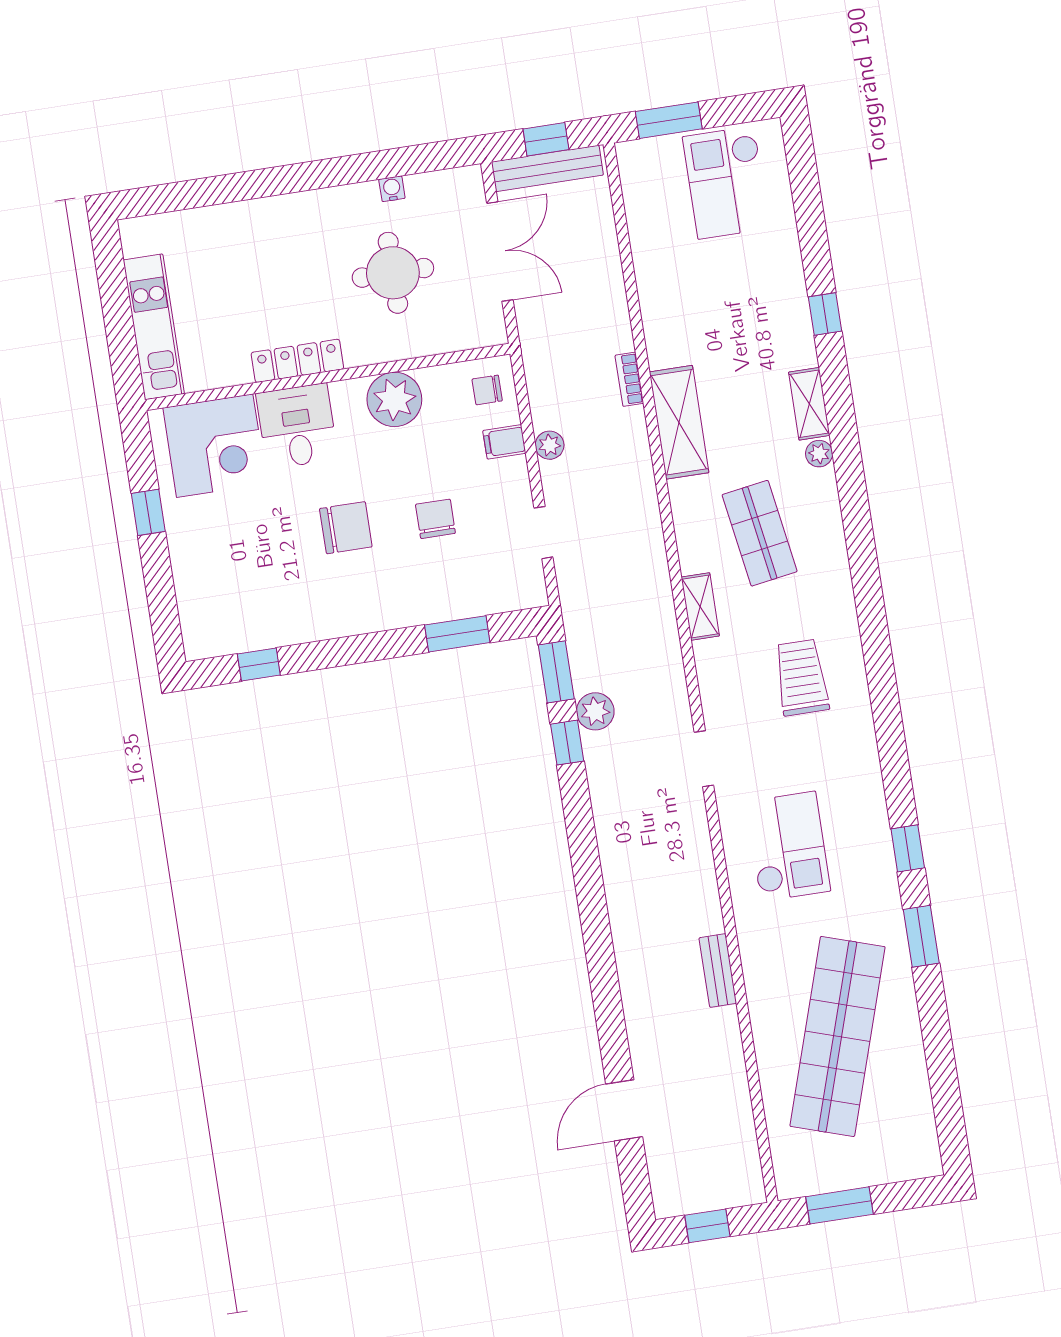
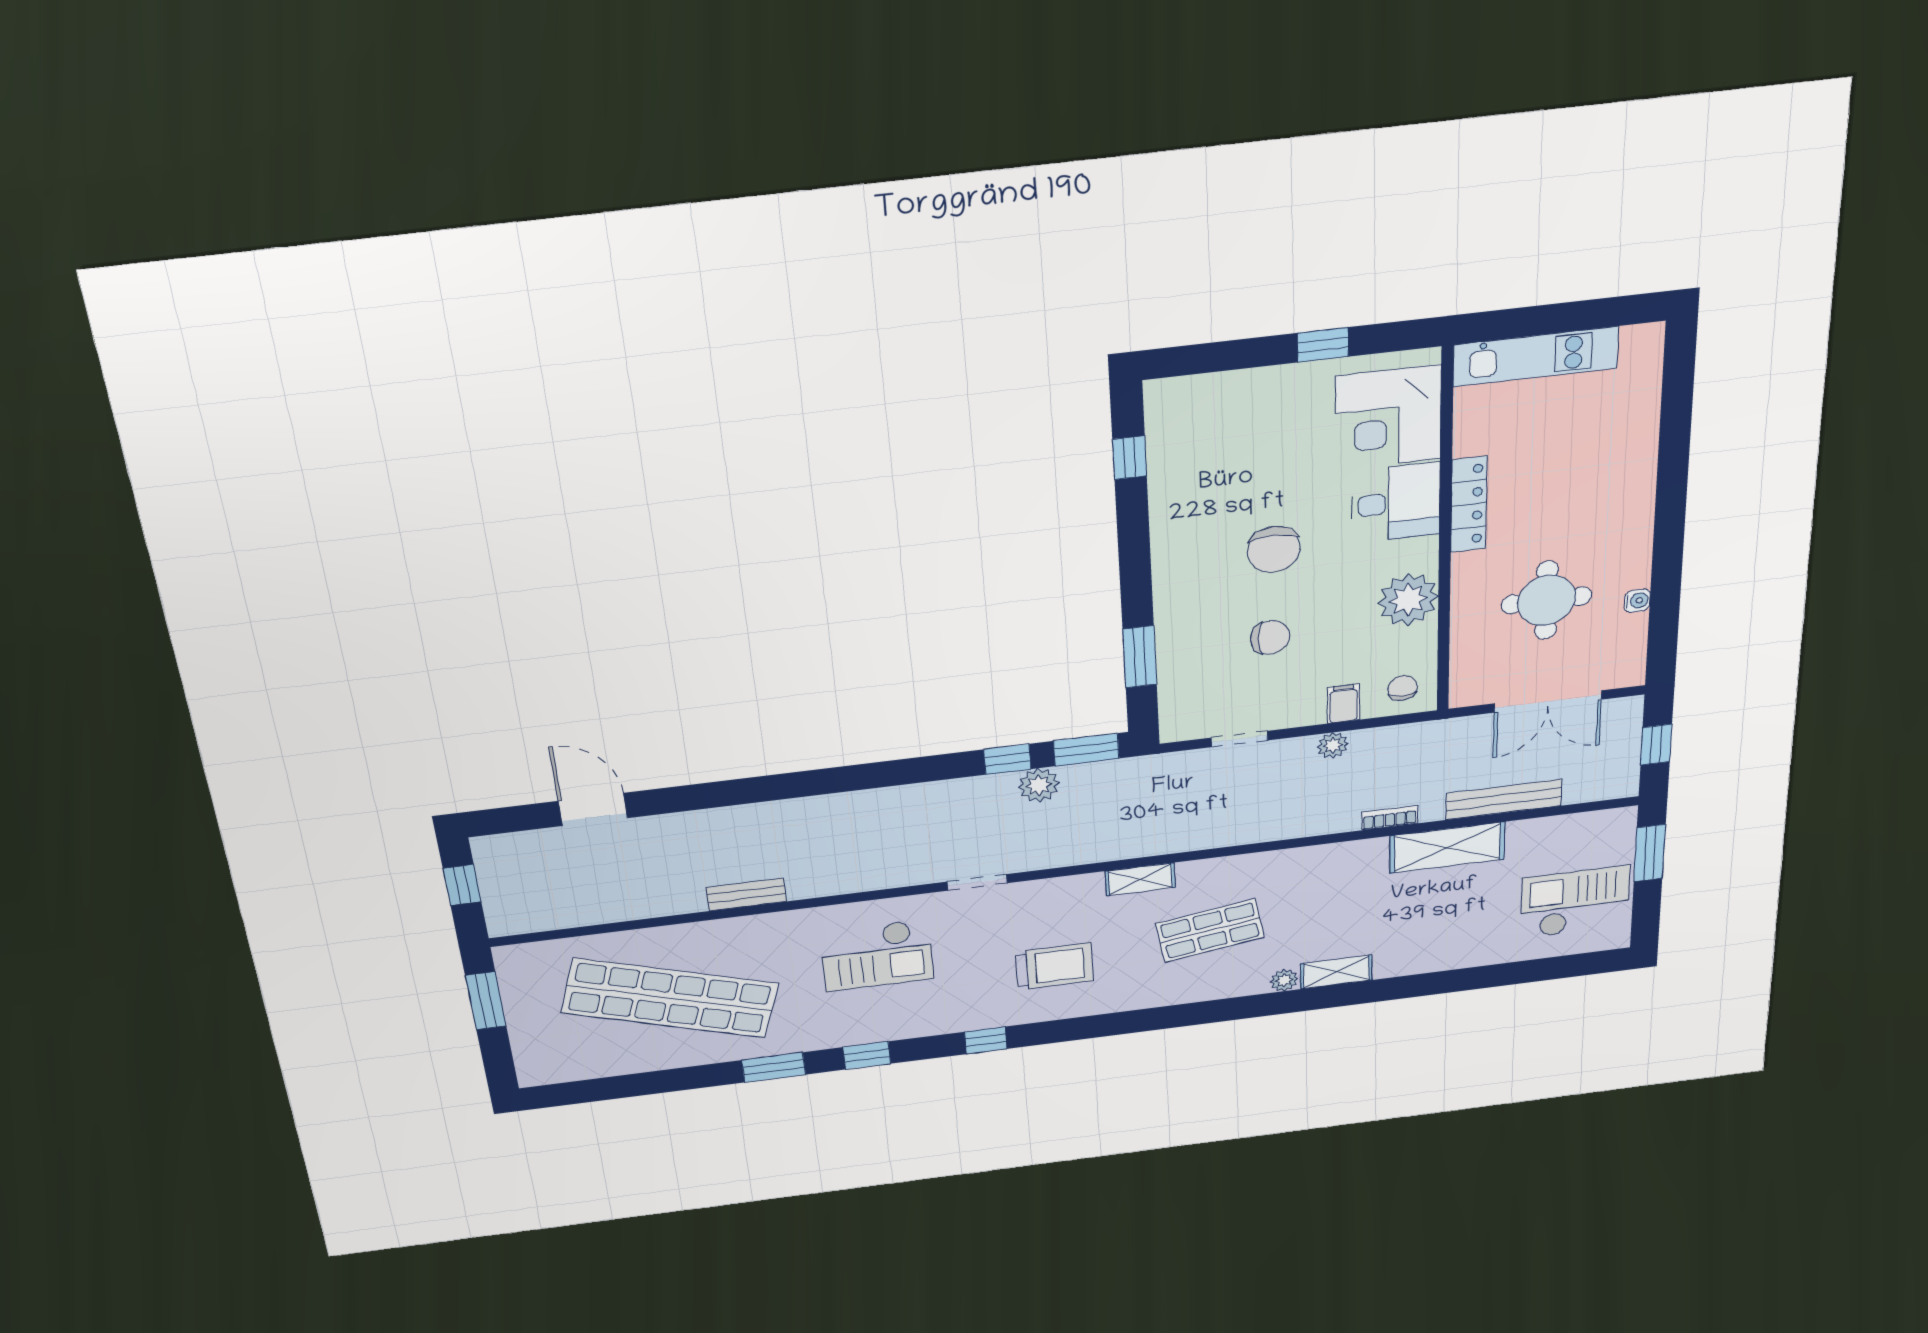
bench: (547, 168) -> (1504, 799), moved, turned 90
window: (825, 314) -> (986, 1040), moved
shelving: (679, 422) -> (1447, 848), moved

